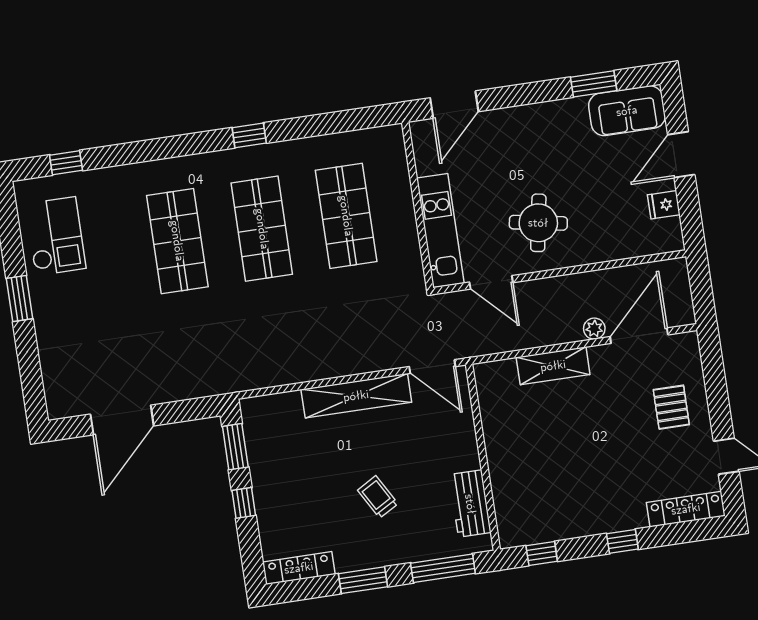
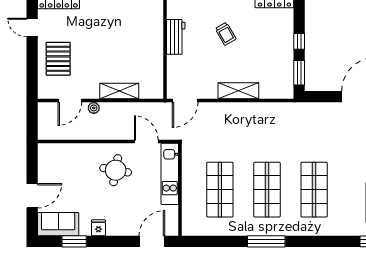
window: (249, 135) -> (266, 241), width x2.17
fridge: (664, 205) -> (98, 228), moved, turned -90
door: (639, 336) -> (70, 100), width x0.73
door: (432, 367) -> (185, 100), swing flipped
shelving: (356, 396) -> (238, 91), width x0.68
pallet: (671, 407) -> (58, 59), width x1.50, depth x1.42
workbench: (470, 504) -> (176, 37), moved

